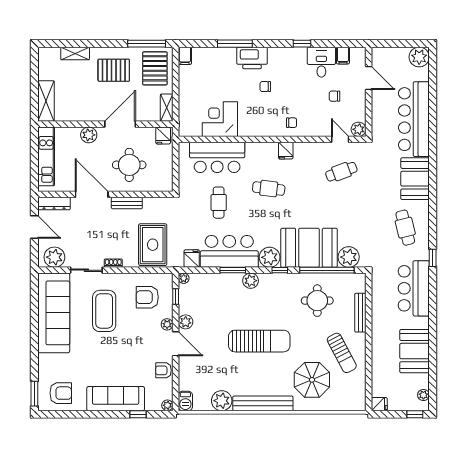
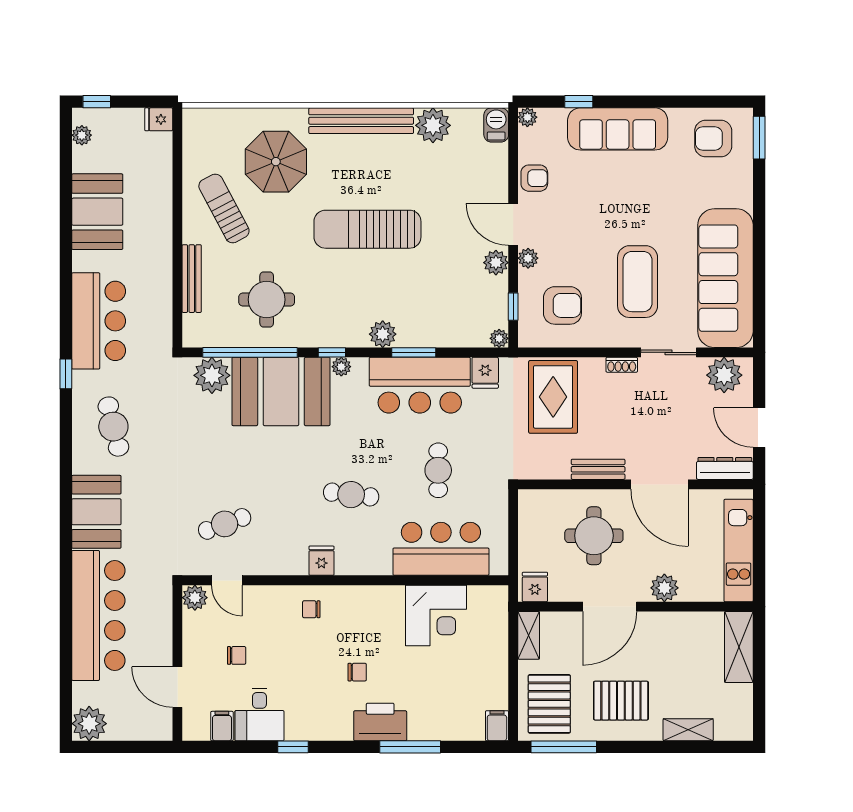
plant: (270, 257) -> (341, 367), width x0.53, depth x0.53

